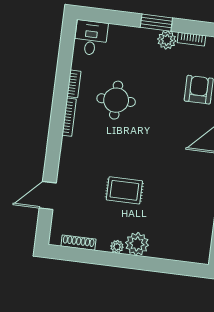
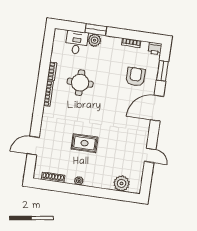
window: (156, 23) -> (96, 30), moved
desk: (91, 38) -> (76, 43), moved
plant: (167, 40) -> (95, 40), moved
plant: (137, 244) -> (122, 183), moved

